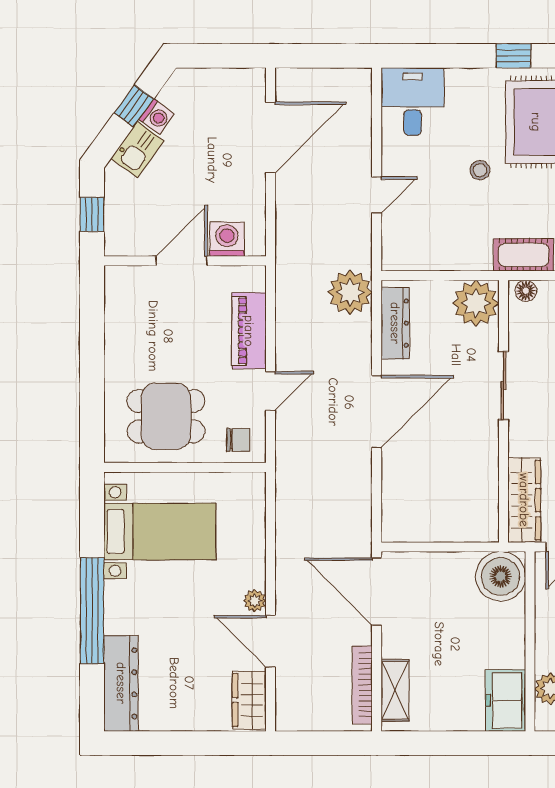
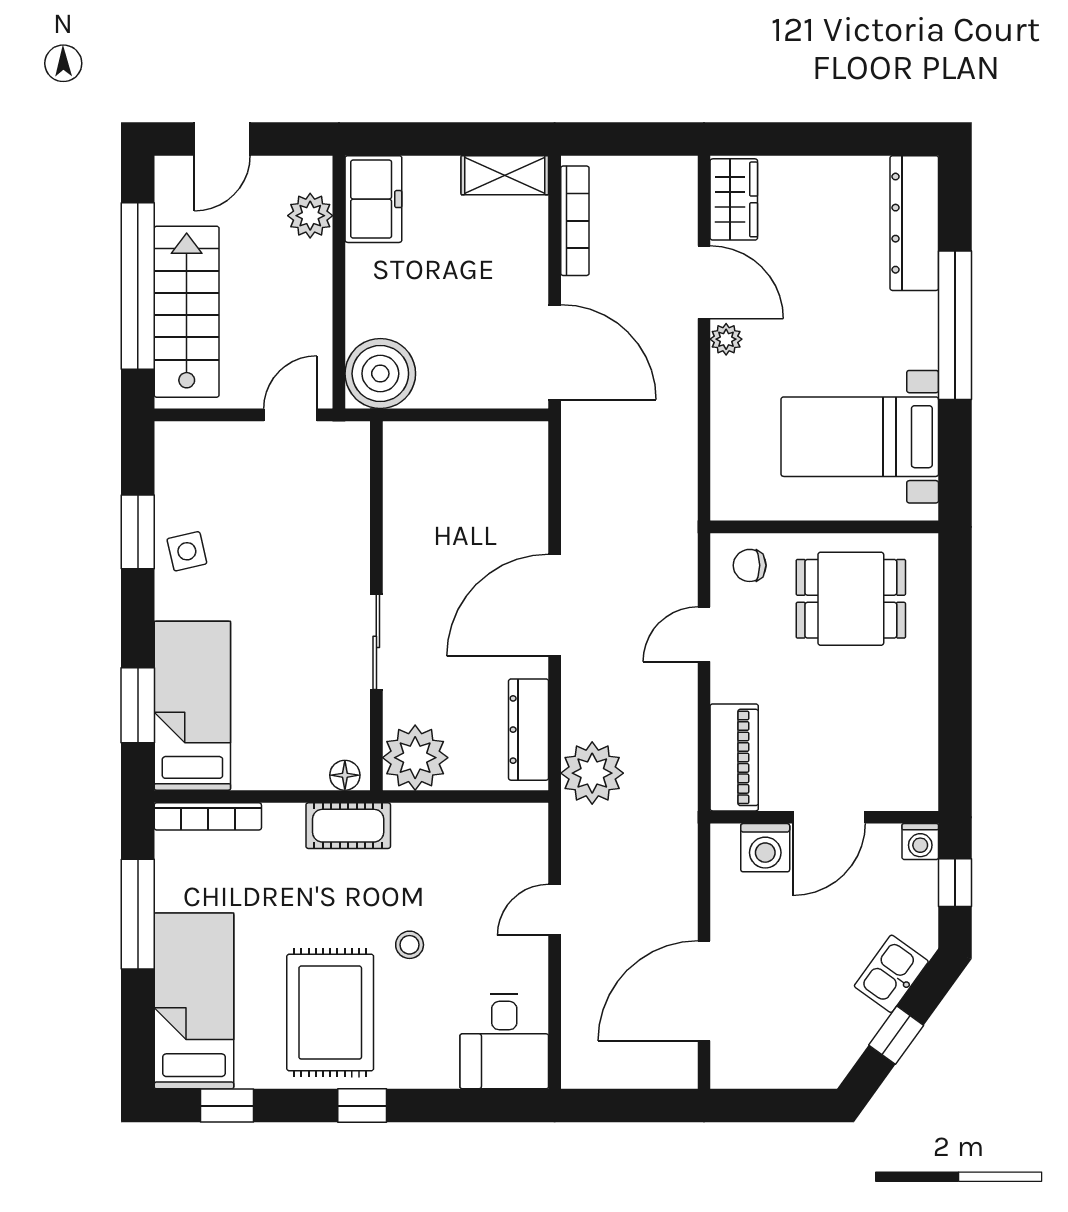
washing machine: (157, 117) -> (920, 842), moved, turned -126
piano: (249, 331) -> (734, 757), moved
wardrobe: (524, 500) -> (347, 481), removed
shelving: (395, 690) -> (505, 175), moved, turned 90

